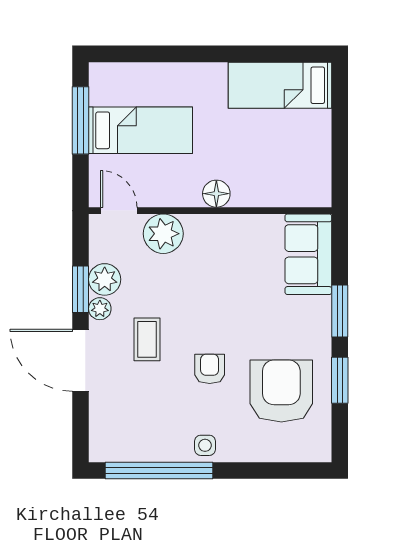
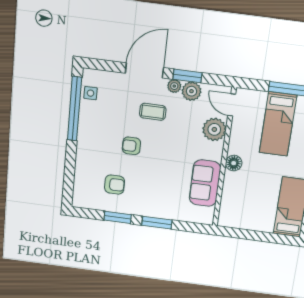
door: (119, 211) -> (232, 105), swing flipped
sofa: (308, 254) -> (205, 183), moved, turned -90
armchair: (210, 369) -> (131, 146), turned 180
armchair: (281, 391) -> (115, 185), width x0.53, depth x0.53
side table: (205, 445) -> (91, 93), moved

